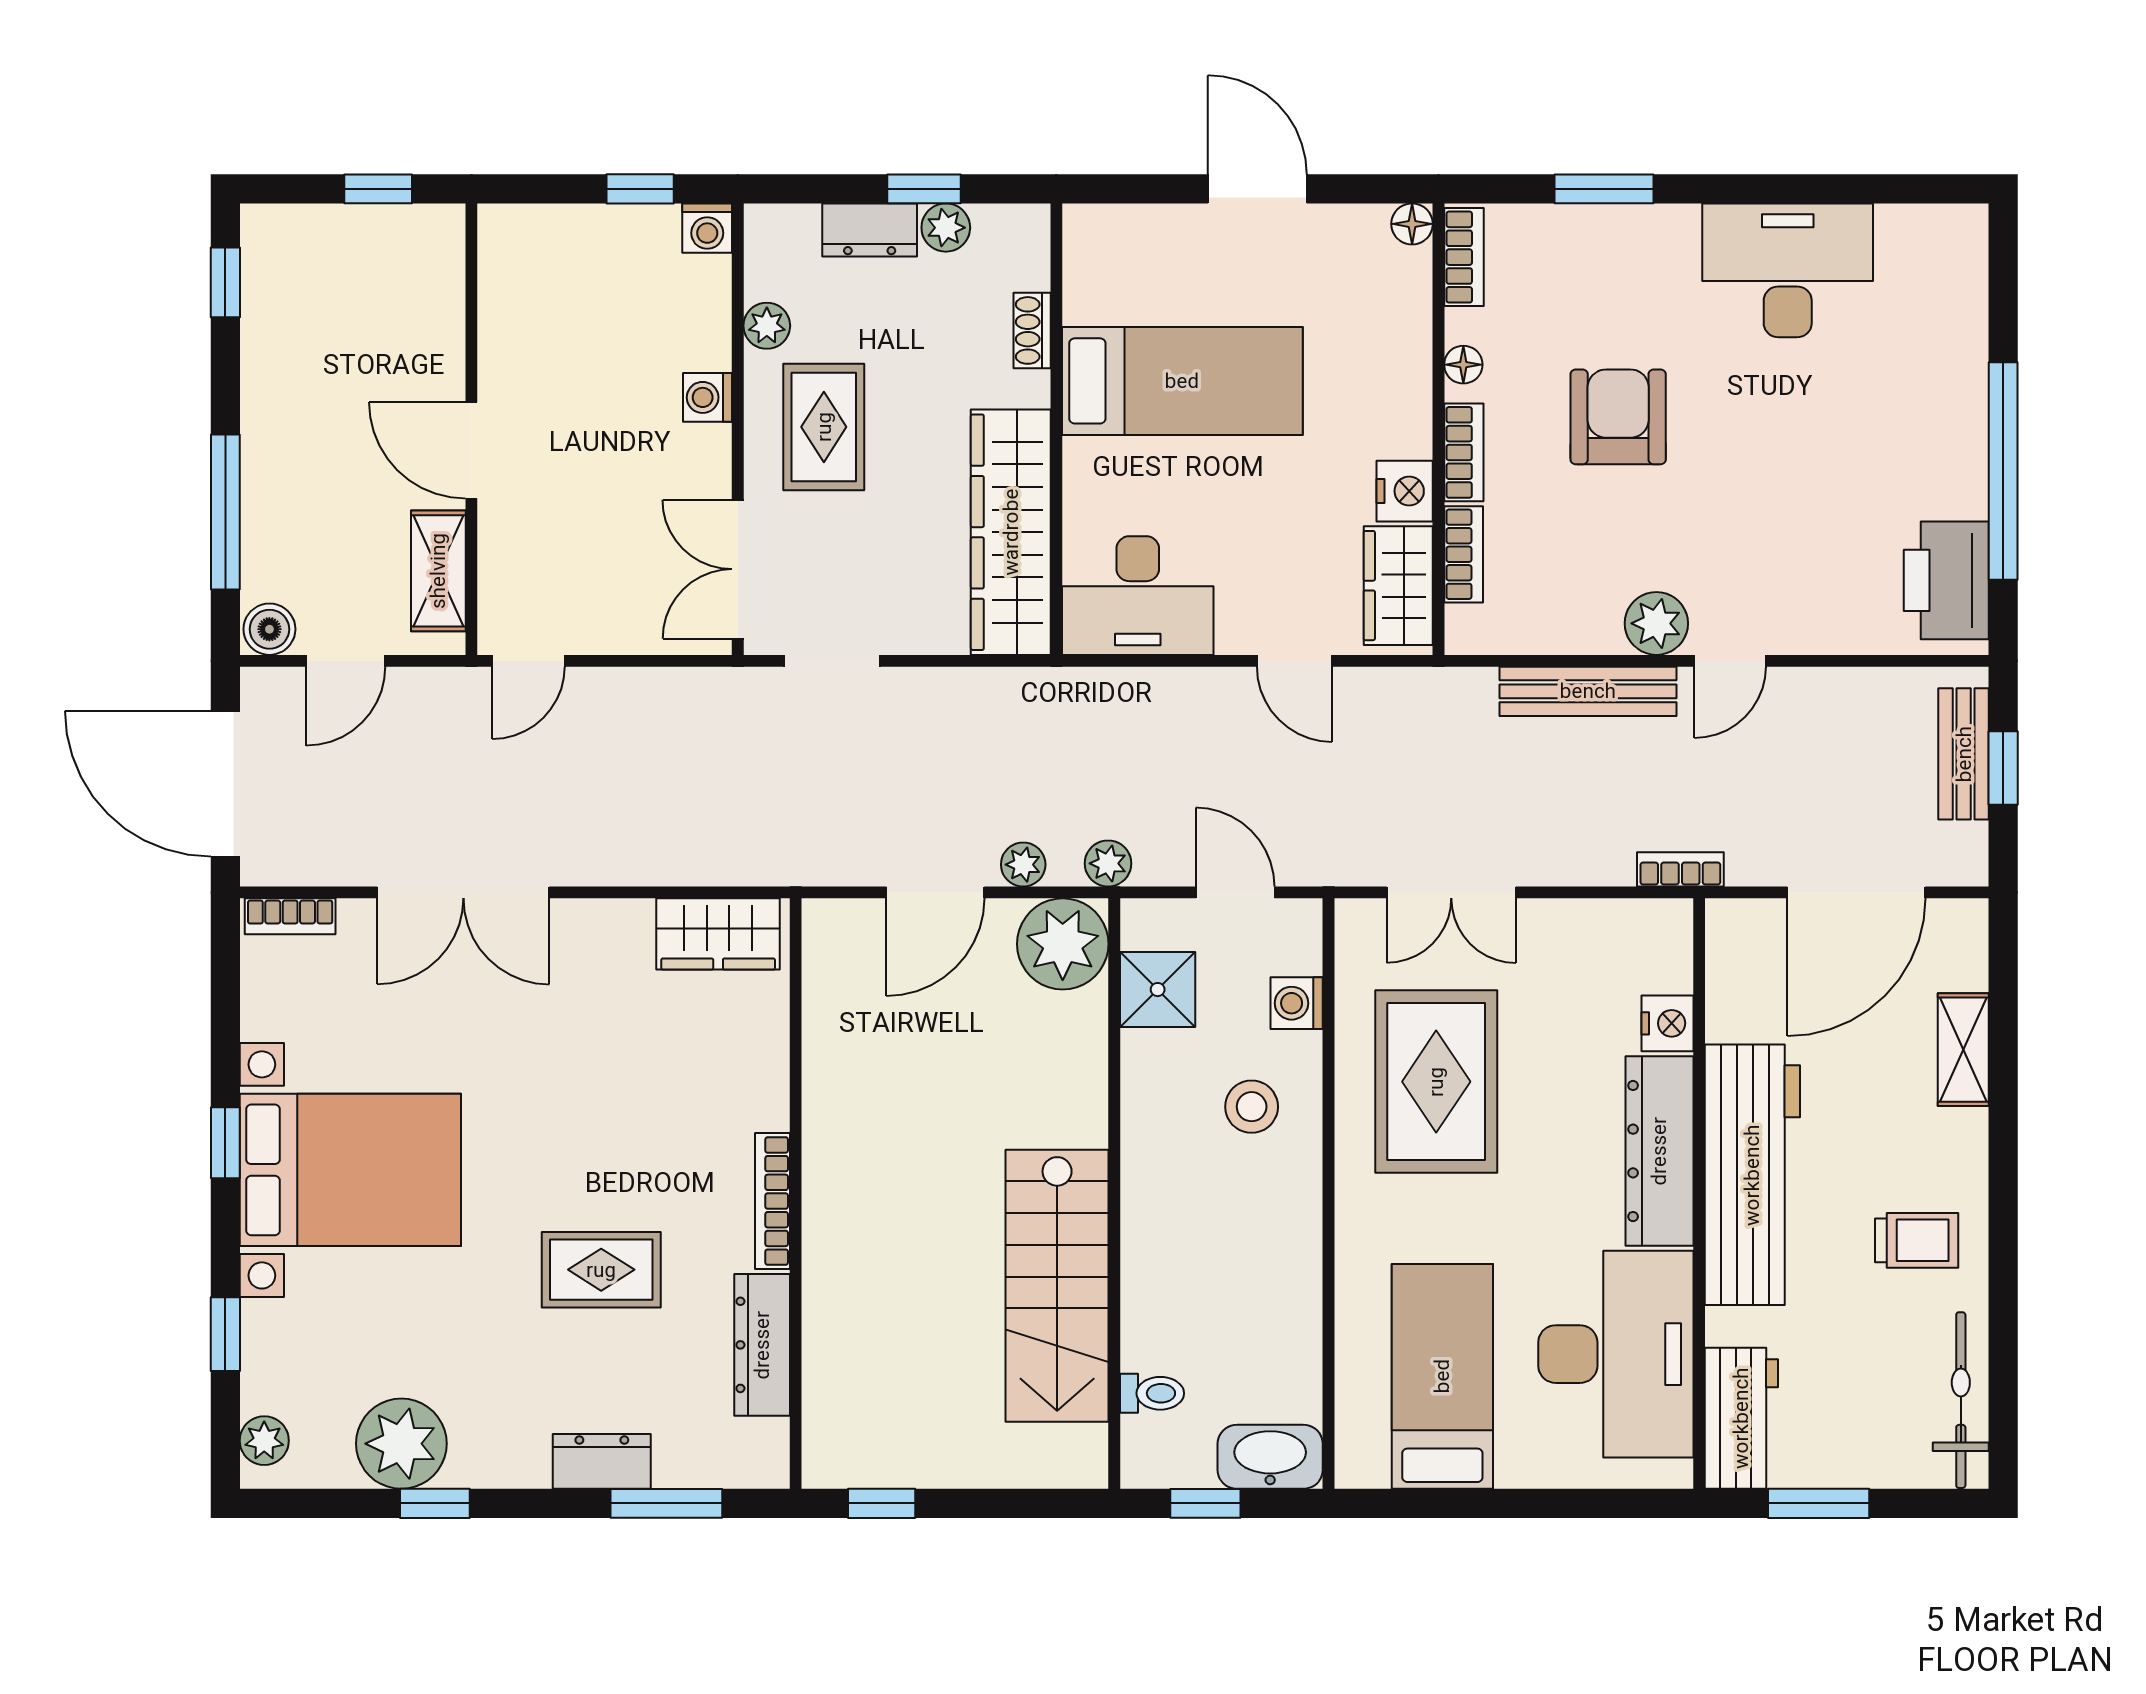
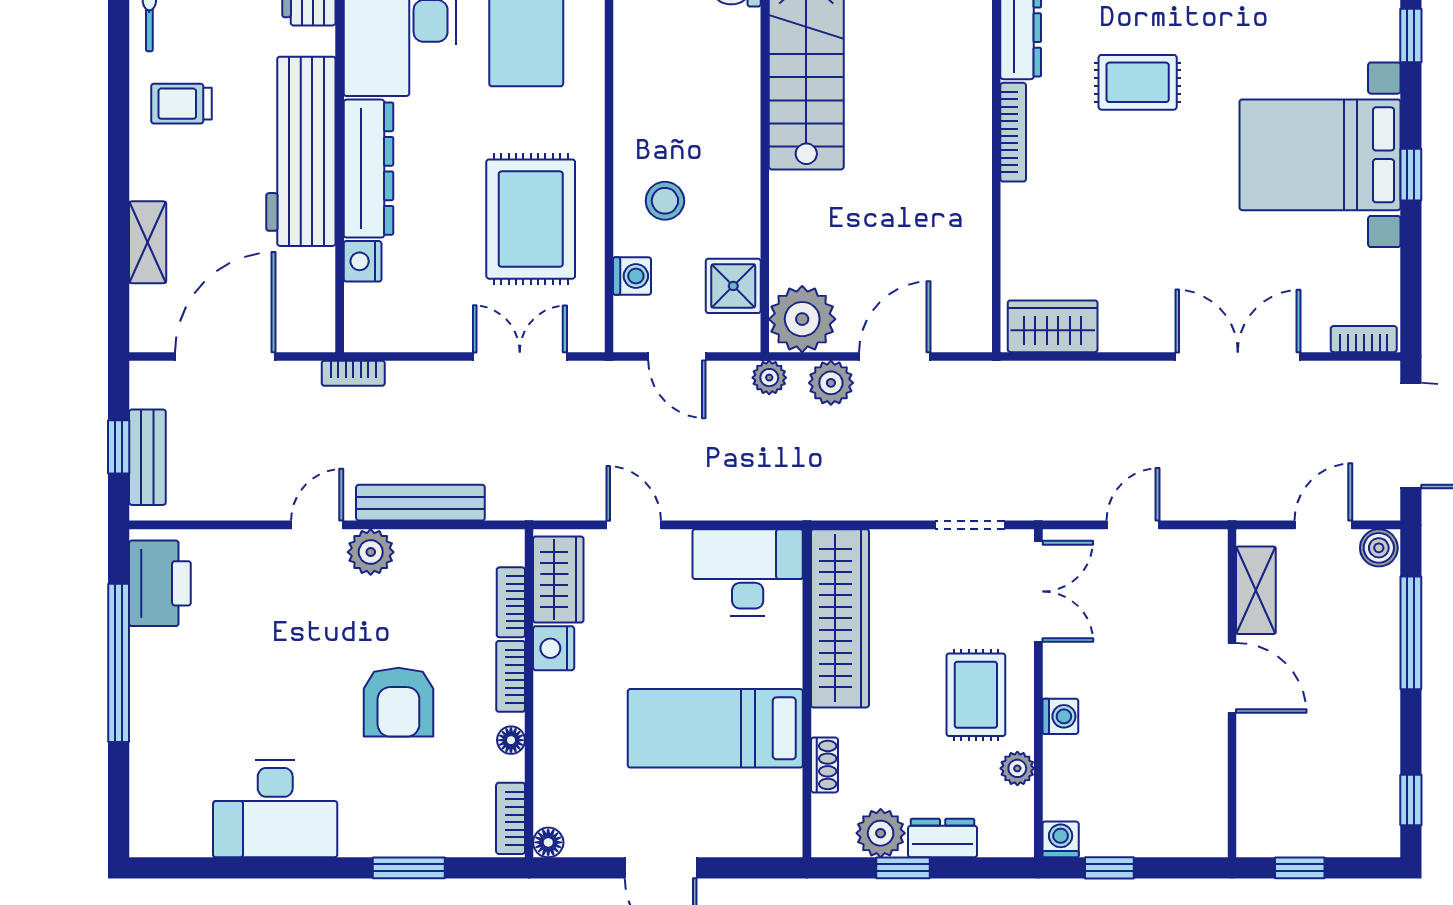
plant: (946, 228) -> (881, 833), width x1.38, depth x1.38
door: (528, 661) -> (1133, 525), moved
plant: (1023, 865) -> (831, 383), width x1.38, depth x1.38

